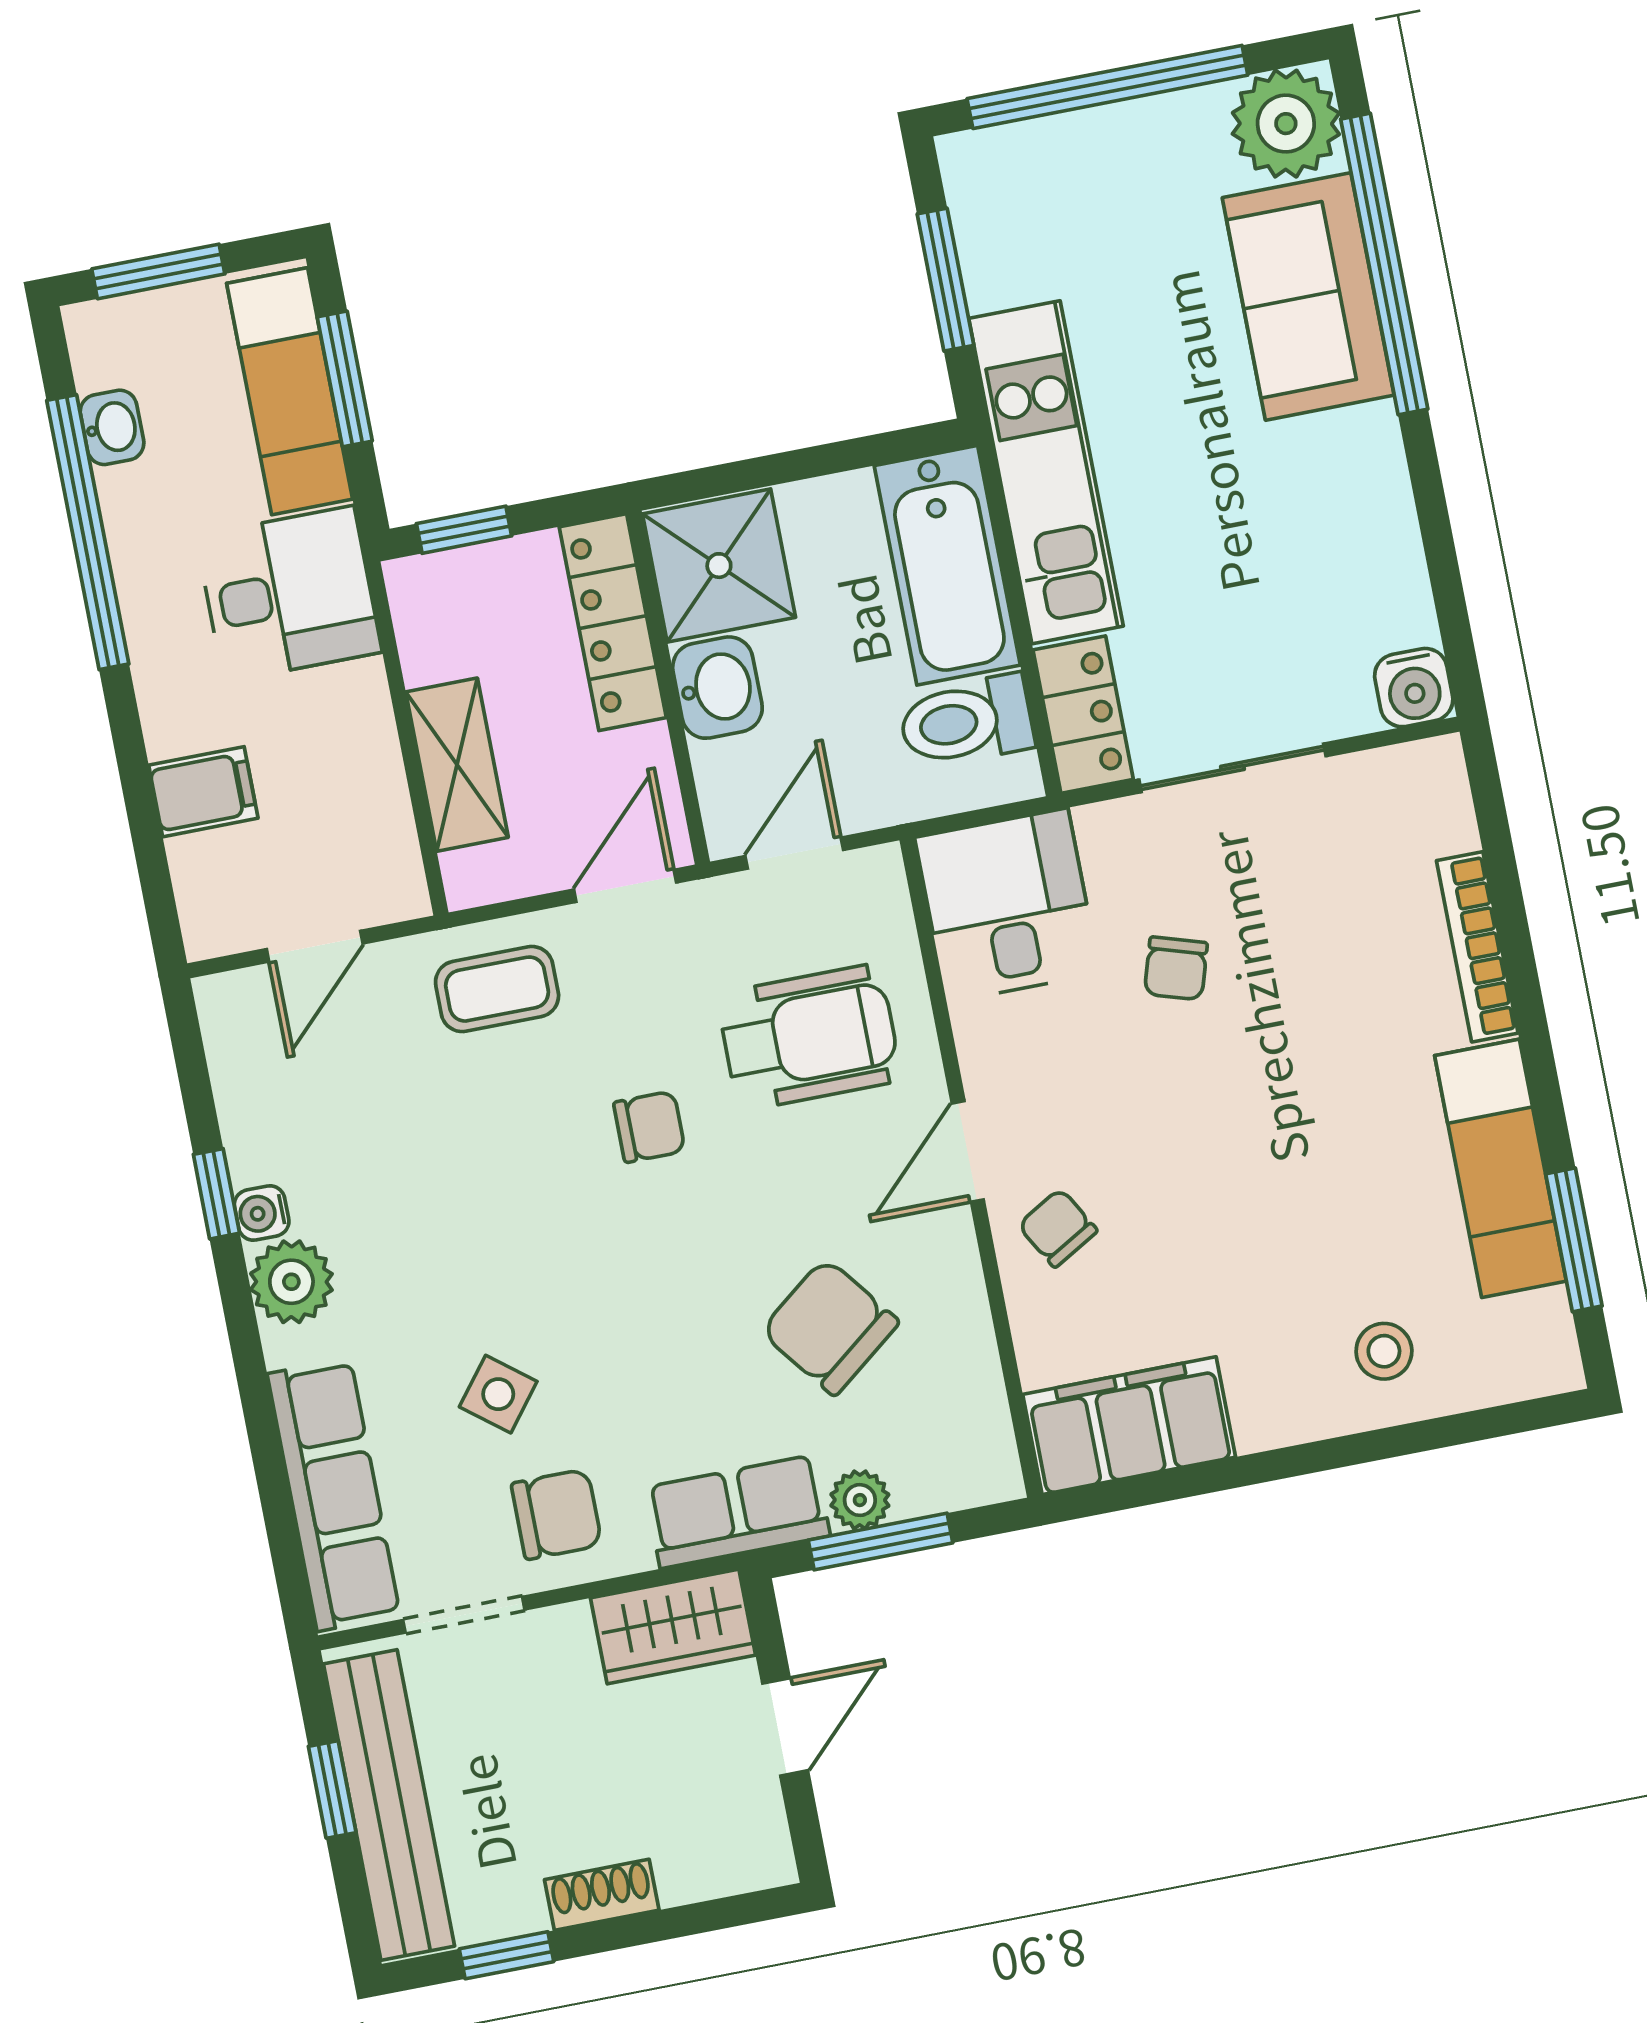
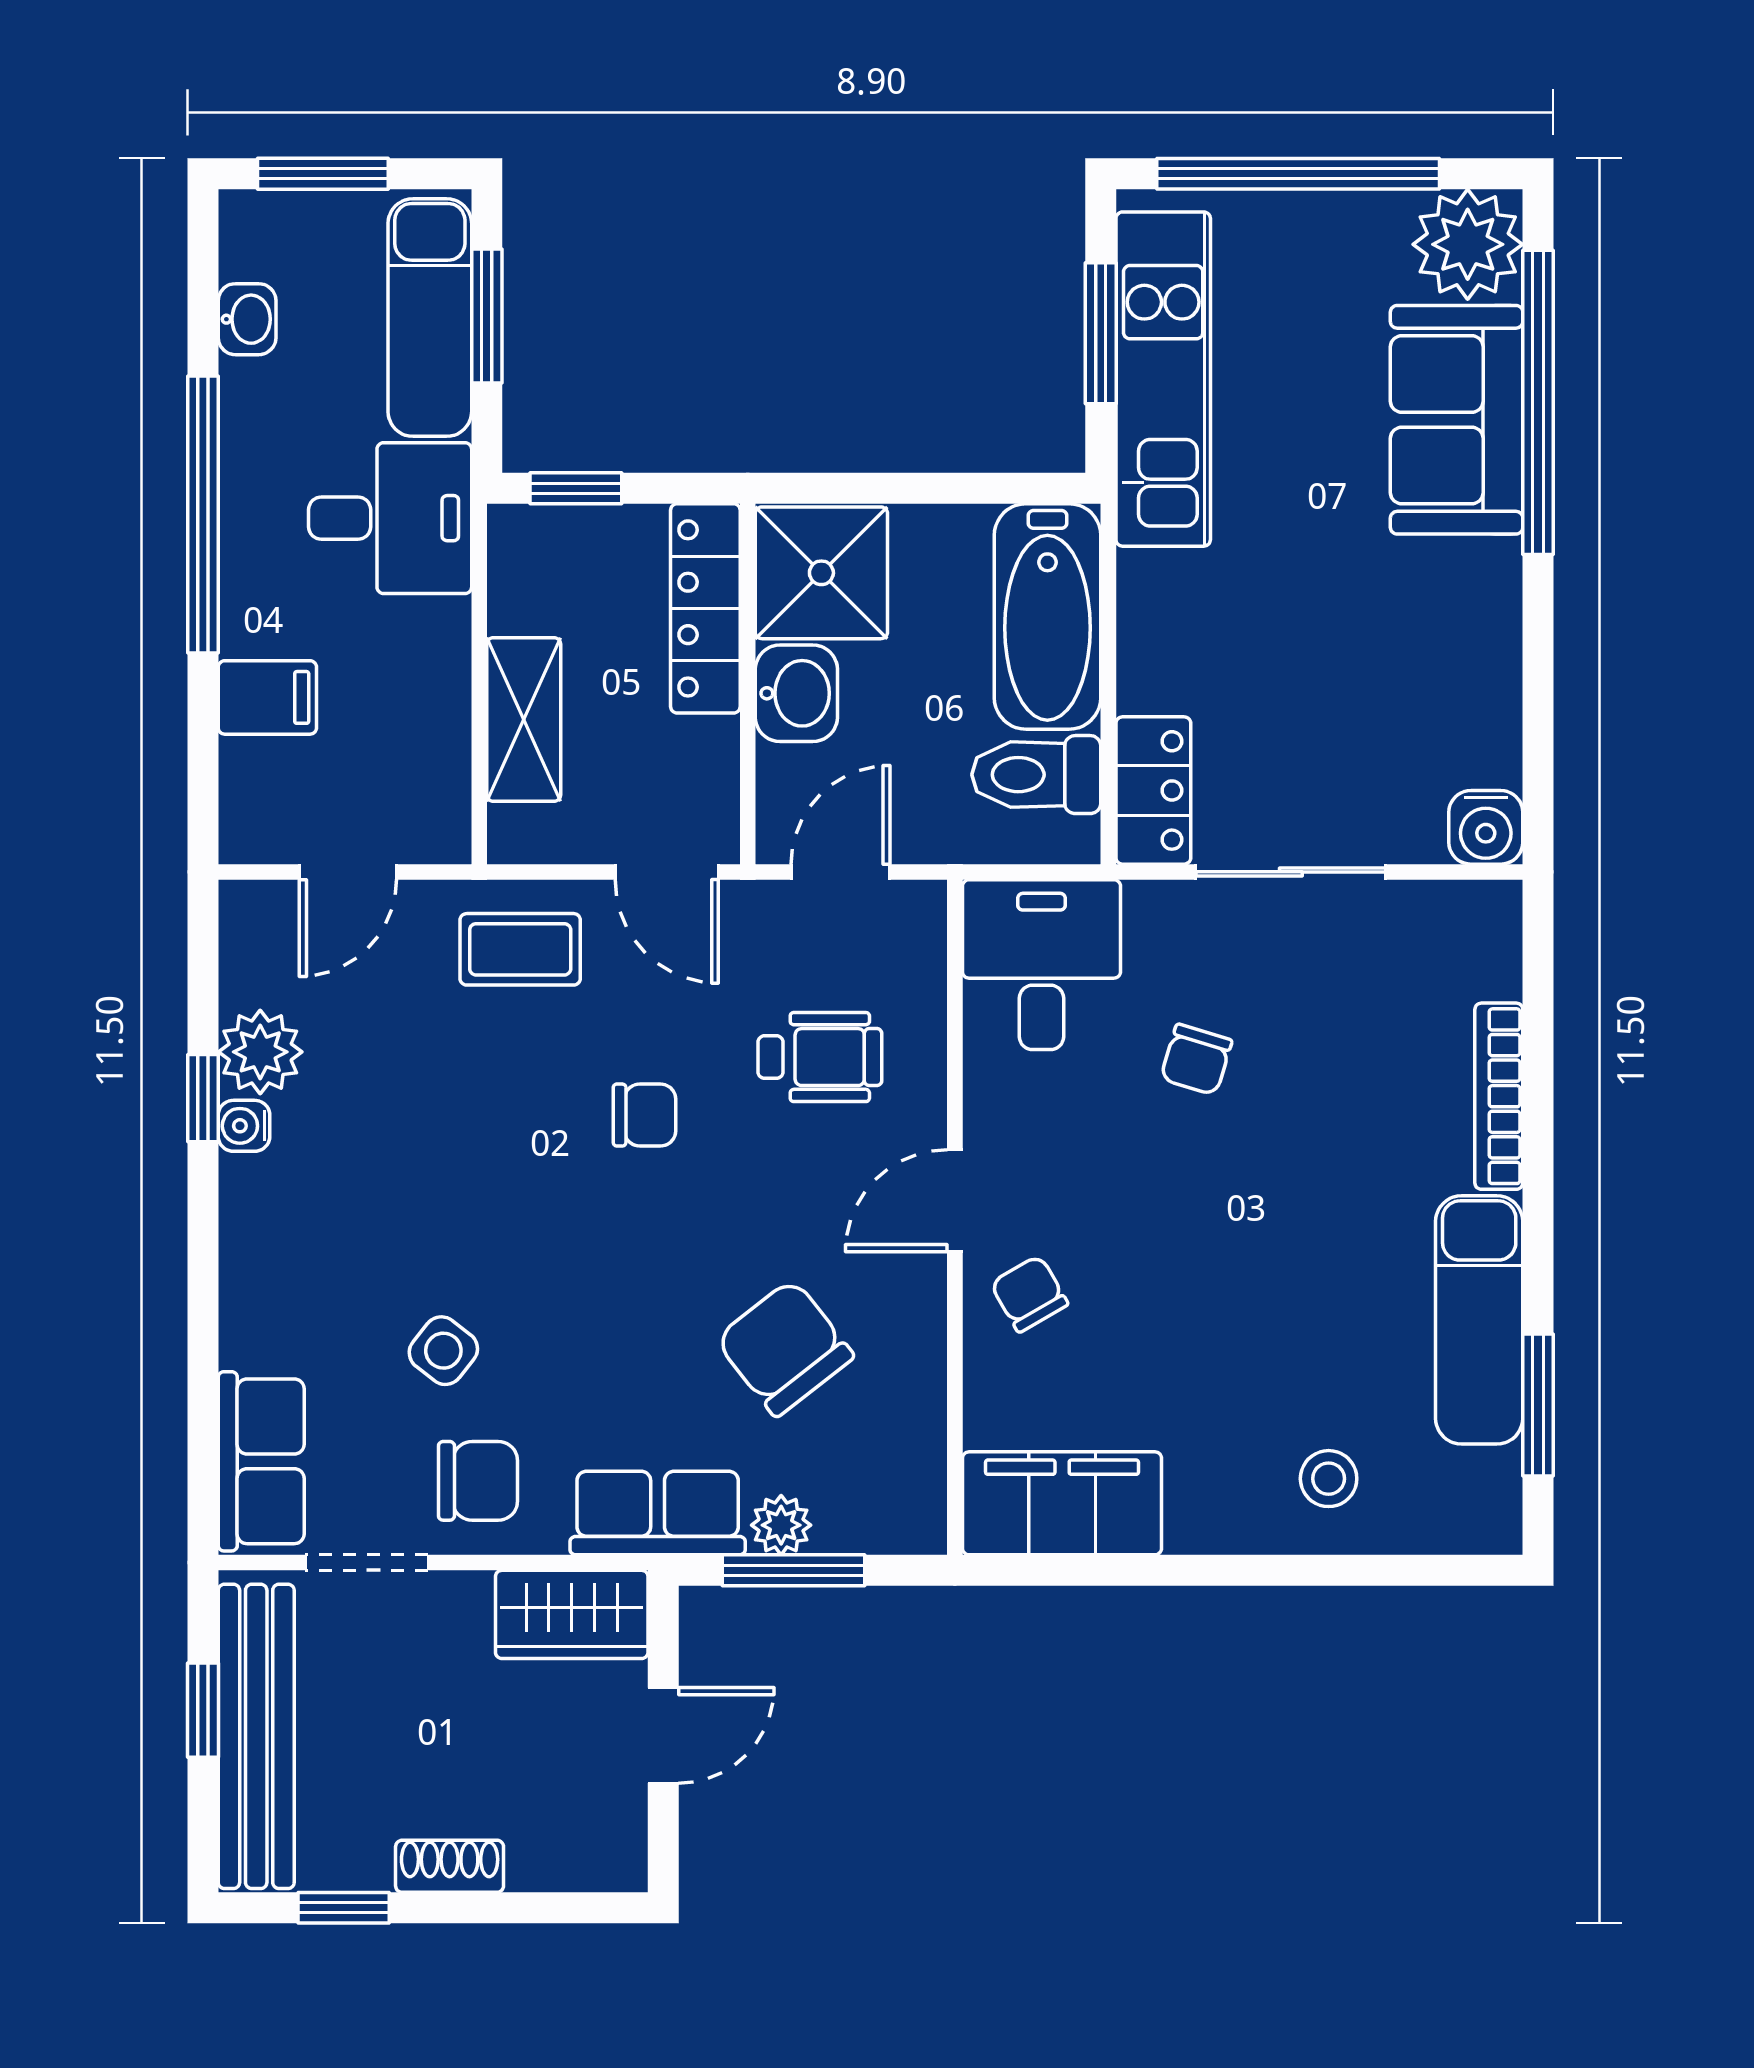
kitchen unit: (1046, 472) -> (1163, 379), moved
window: (88, 532) -> (203, 515), moved
door: (625, 886) -> (667, 872), swing flipped
wheelchair: (809, 1037) -> (820, 1057), width x0.73, depth x0.73
plant: (291, 1282) -> (260, 1052), moved
row of seats: (334, 1495) -> (261, 1461), width x0.68

